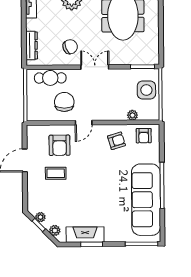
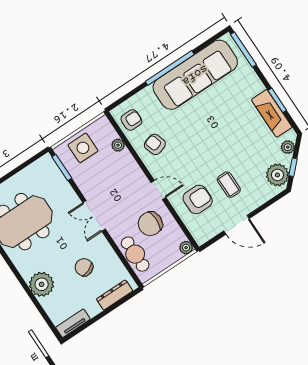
chair: (70, 47) -> (84, 267), moved
plant: (32, 116) -> (186, 248), added
plant: (40, 217) -> (277, 175), width x1.88, depth x1.88

